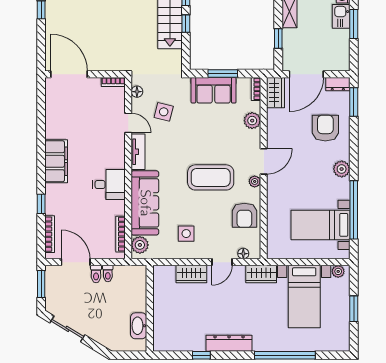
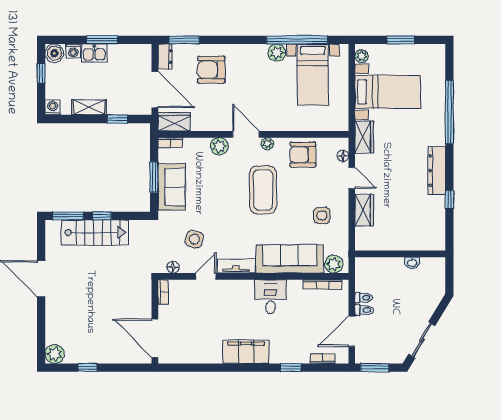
door: (69, 74) -> (155, 338), hinge flipped
plant: (252, 121) -> (219, 146), moved
plant: (342, 169) -> (277, 53), moved
armchair: (244, 215) -> (303, 155), turned 180
bookcase: (50, 234) -> (322, 359), width x0.64
washbasin: (139, 326) -> (412, 263), width x0.52, depth x0.69

